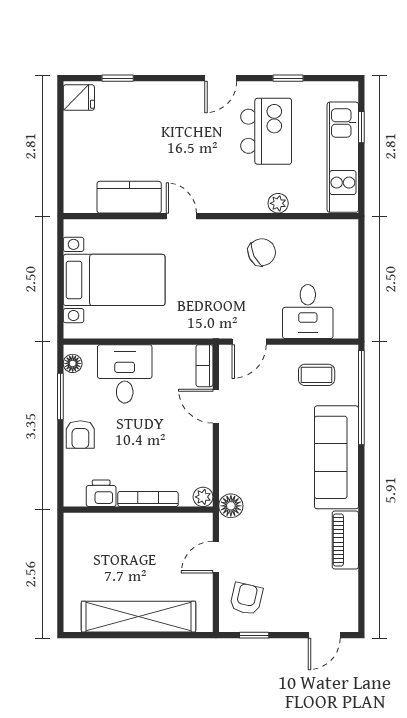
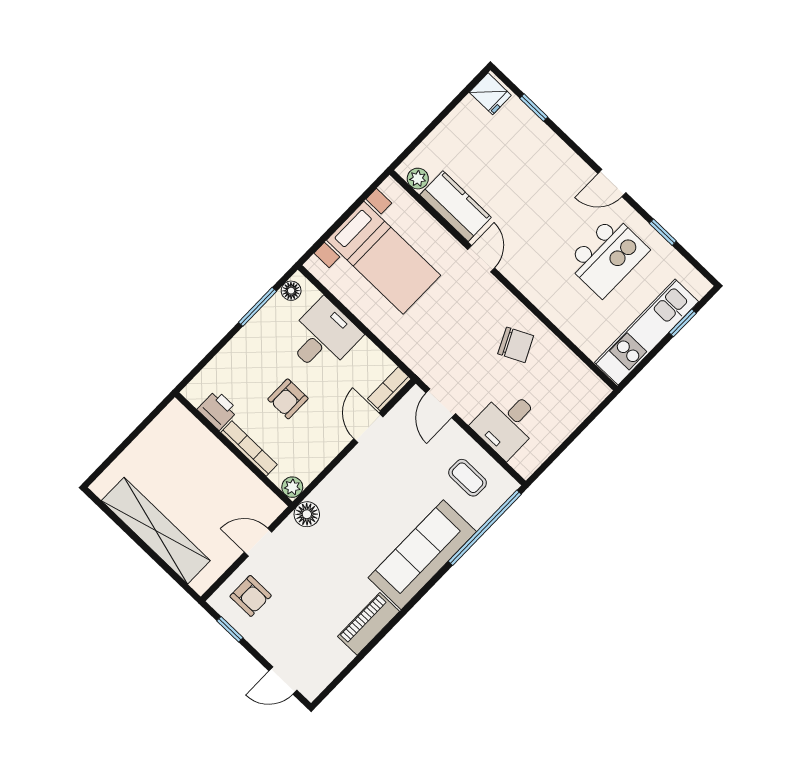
plant: (278, 203) -> (418, 179), moved
door: (249, 342) -> (441, 403), hinge flipped
armchair: (80, 435) -> (288, 399), moved
armchair: (246, 599) -> (251, 596), turned 77

